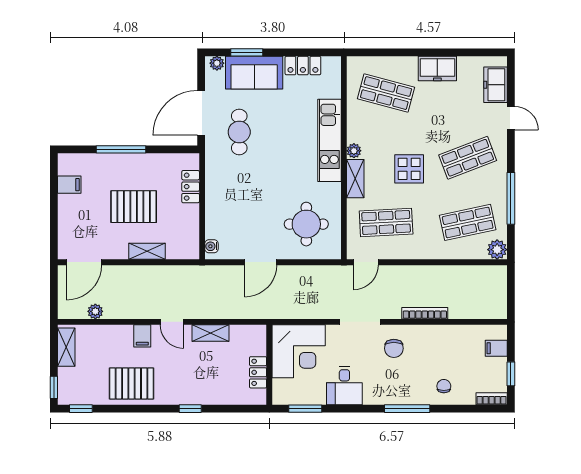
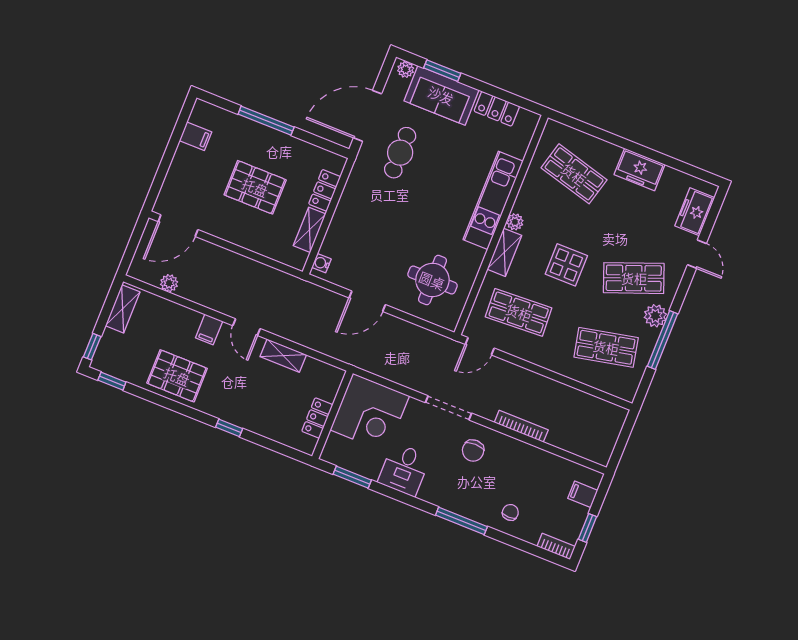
plant: (497, 250) -> (655, 316), moved
shelving: (147, 251) -> (310, 230), moved, turned 90

